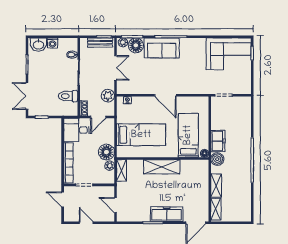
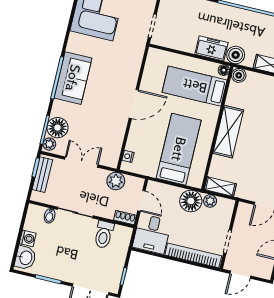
sofa: (162, 48) -> (73, 78), moved
boiler: (203, 165) -> (239, 75), added

